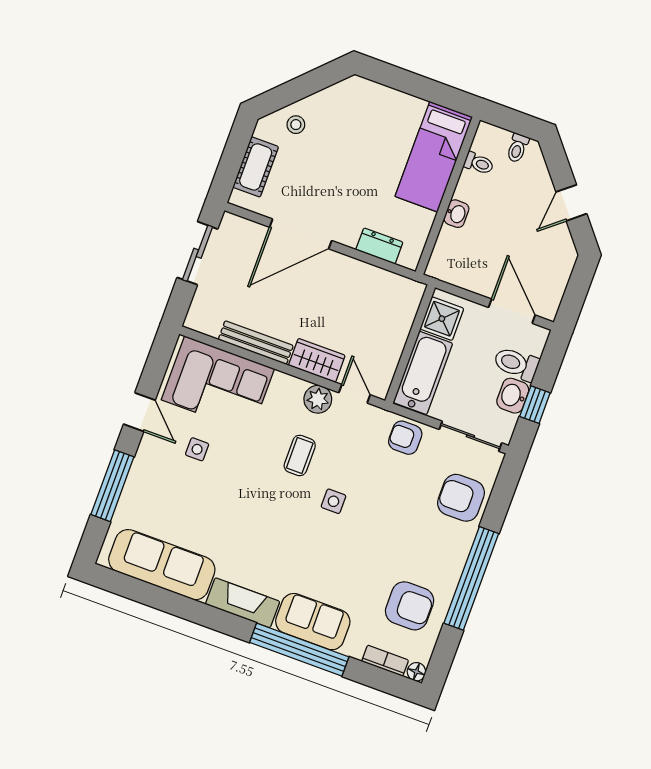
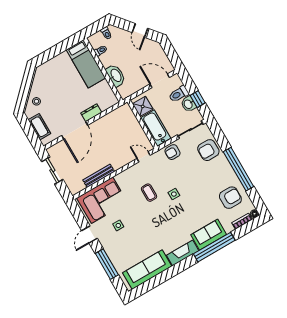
washbasin: (456, 214) -> (116, 76), width x1.91, depth x1.45
dresser: (379, 246) -> (91, 113), moved
wardrobe: (317, 360) -> (122, 160), removed
plant: (318, 399) -> (135, 171), removed
door: (139, 412) -> (90, 234), swing flipped

